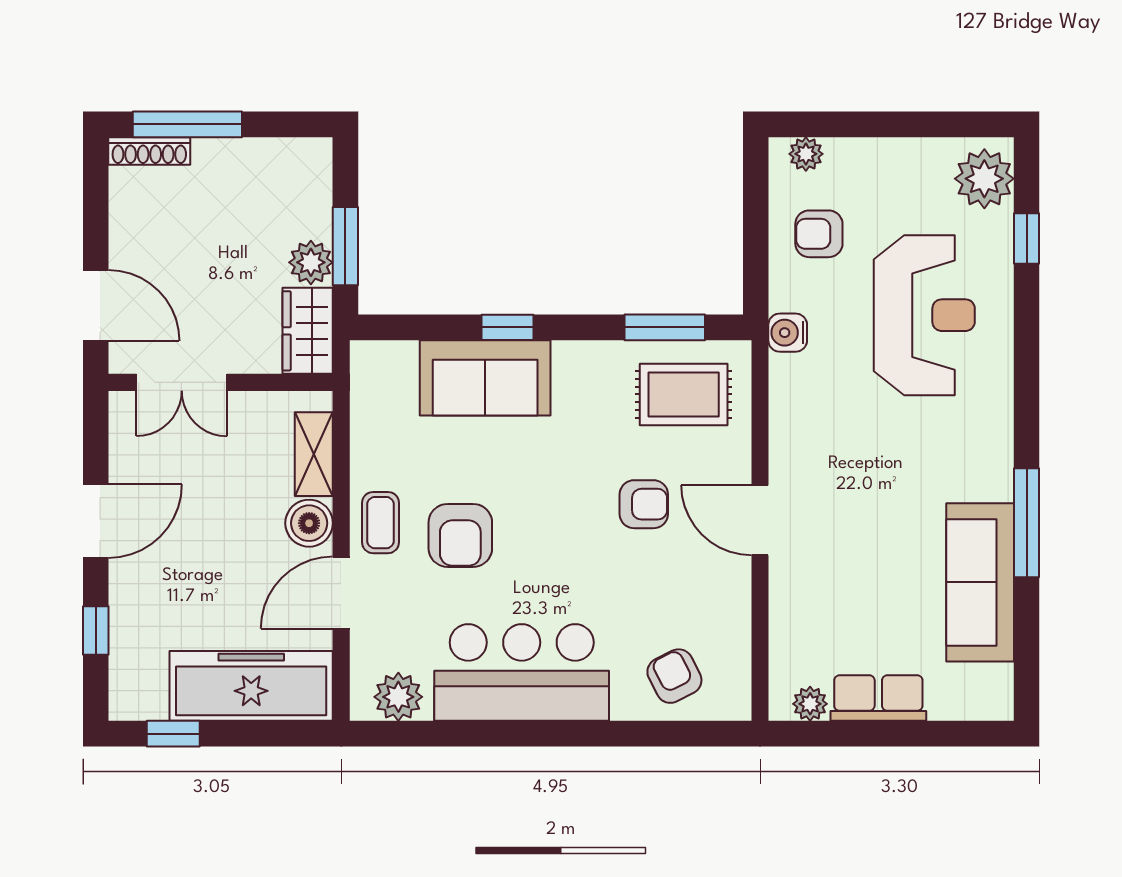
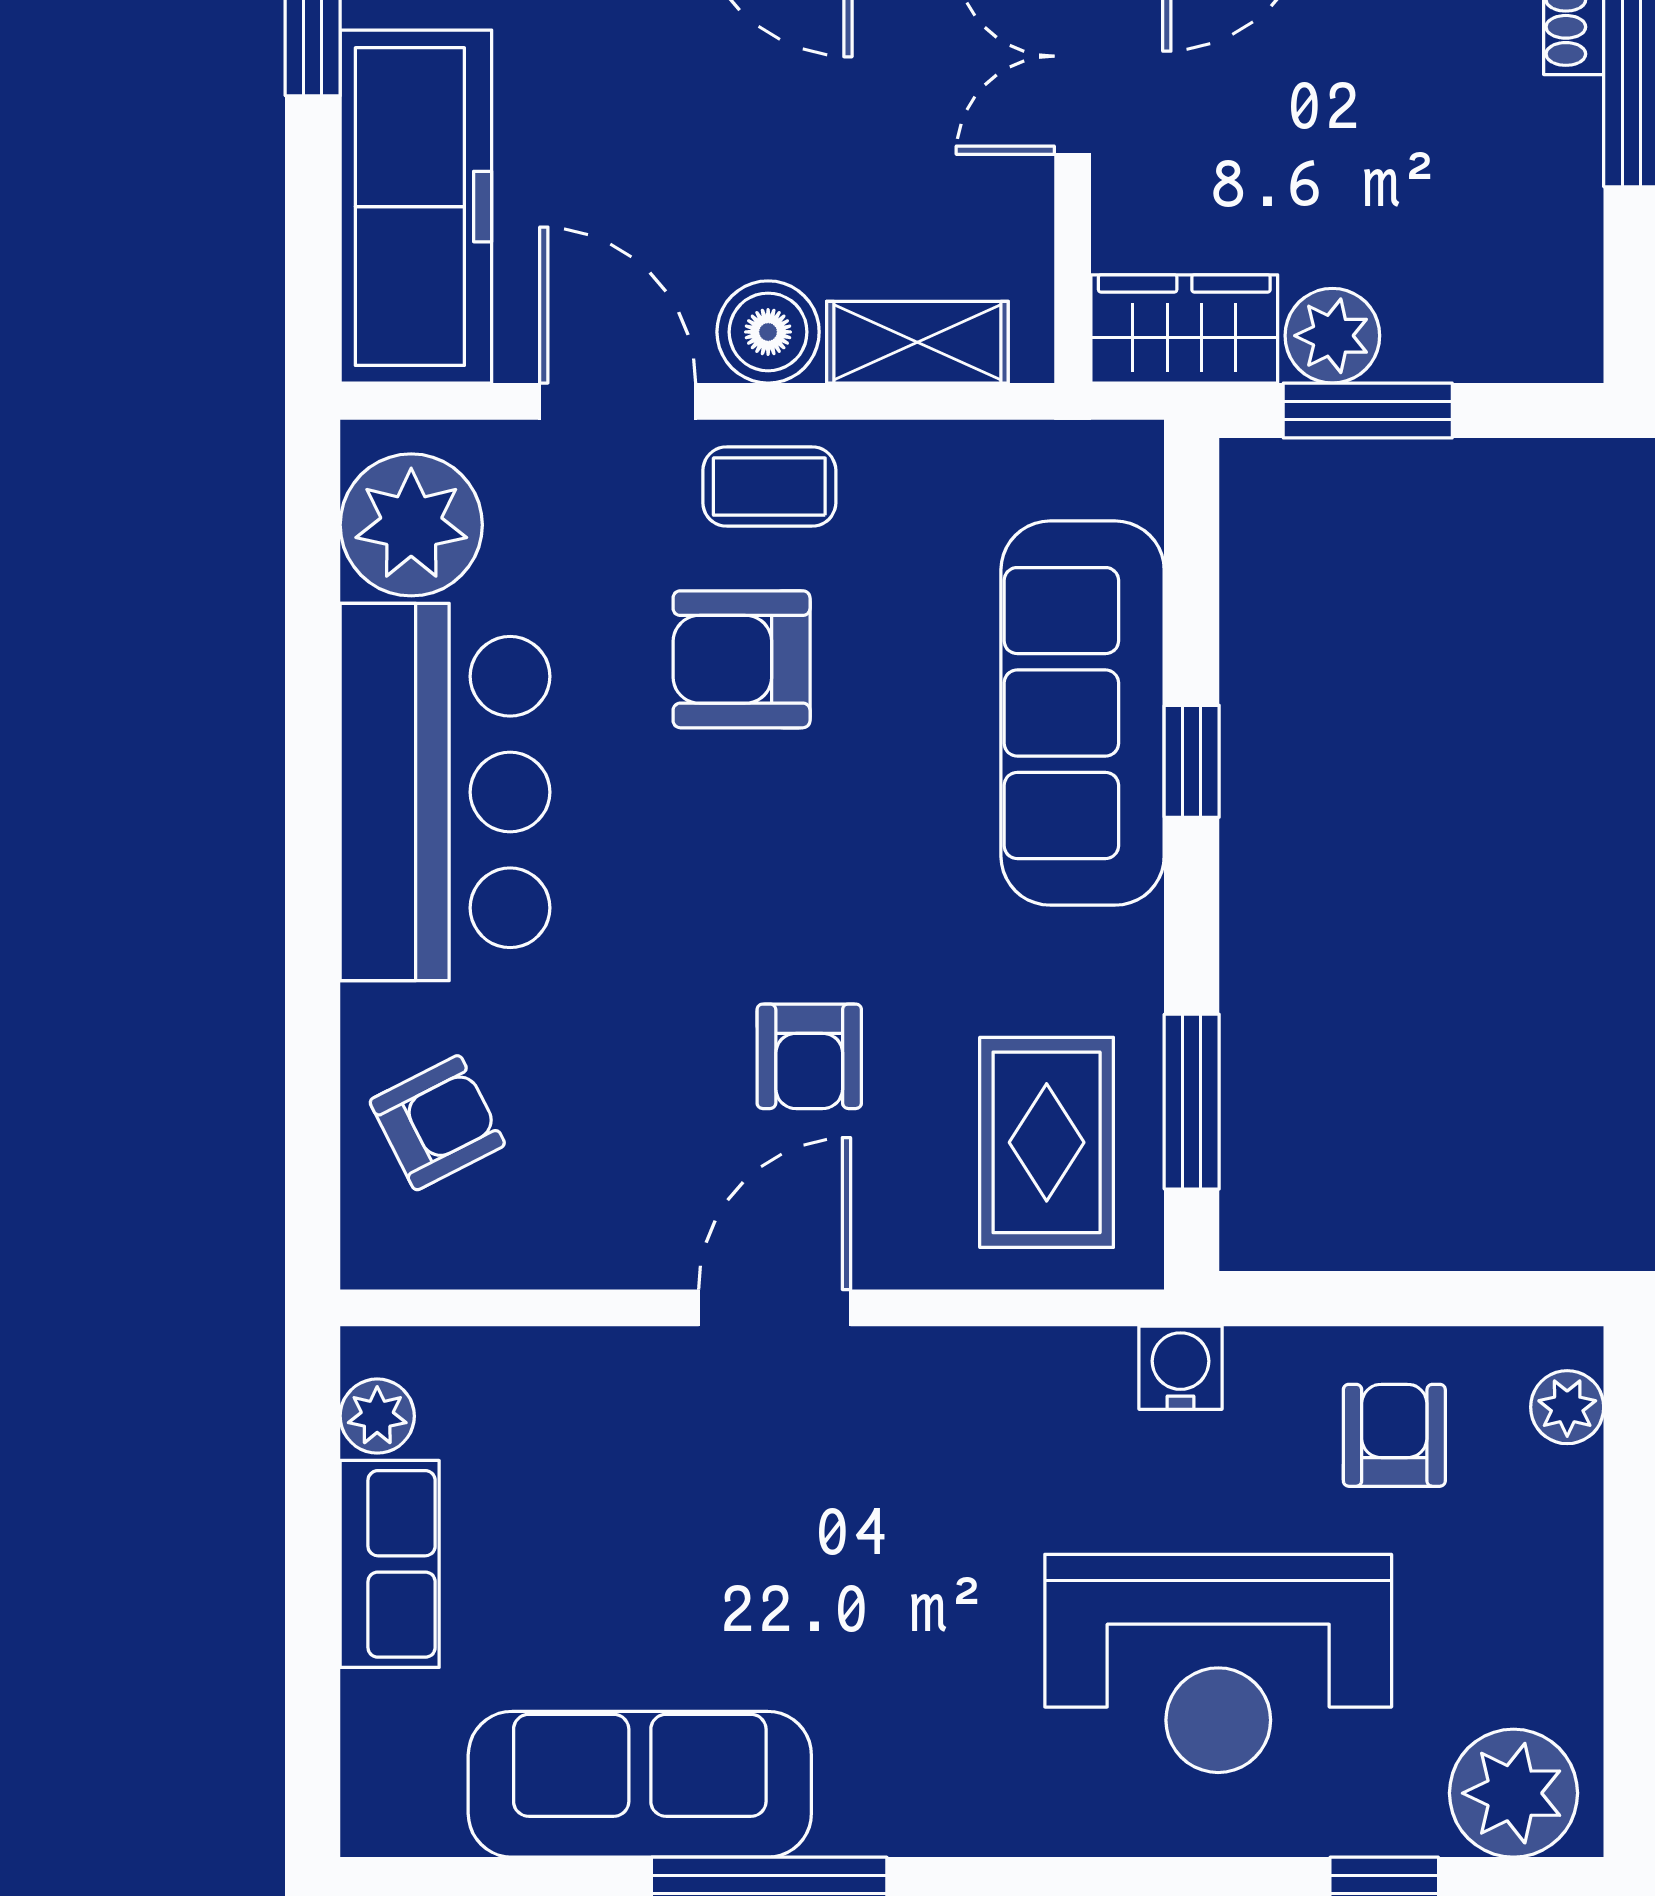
sofa: (485, 378) -> (1083, 713), width x1.36
plant: (398, 697) -> (411, 525), width x1.36, depth x1.36

